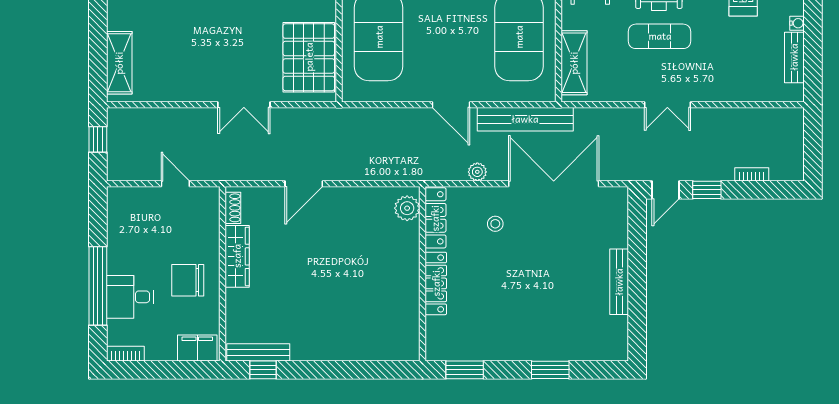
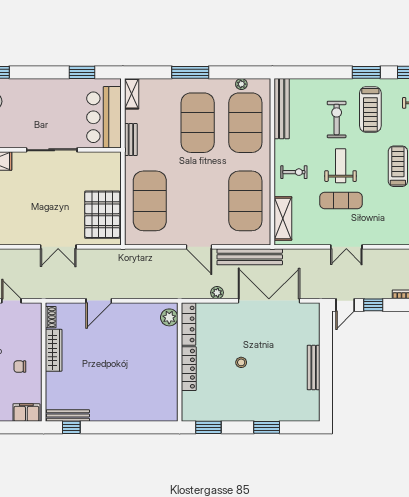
stool: (495, 224) -> (241, 362), moved
chair: (188, 280) -> (20, 367), width x0.54, depth x0.54

